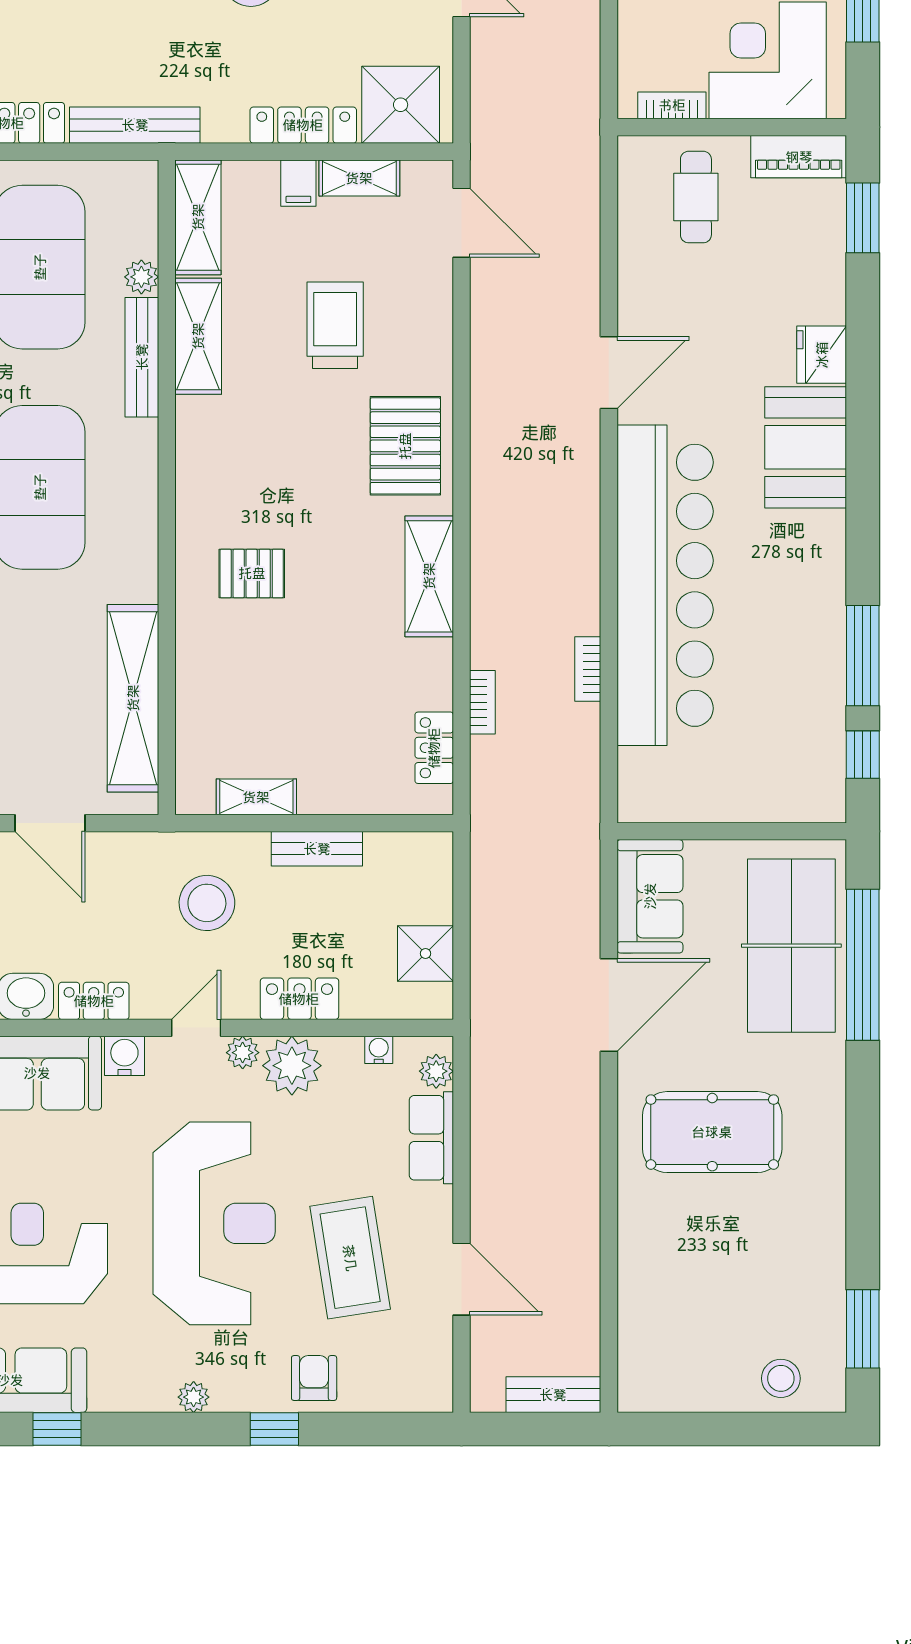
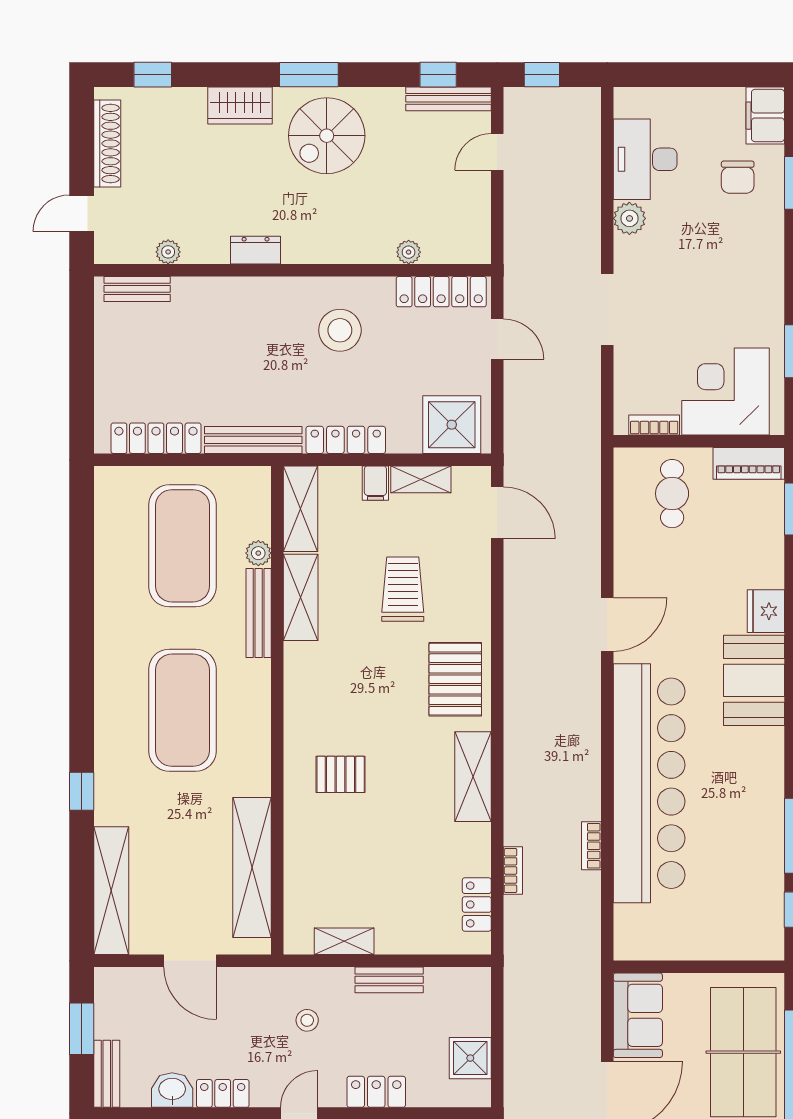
locker: (303, 125) -> (346, 440), moved
stool: (207, 903) -> (307, 1020), width x0.53, depth x0.53

